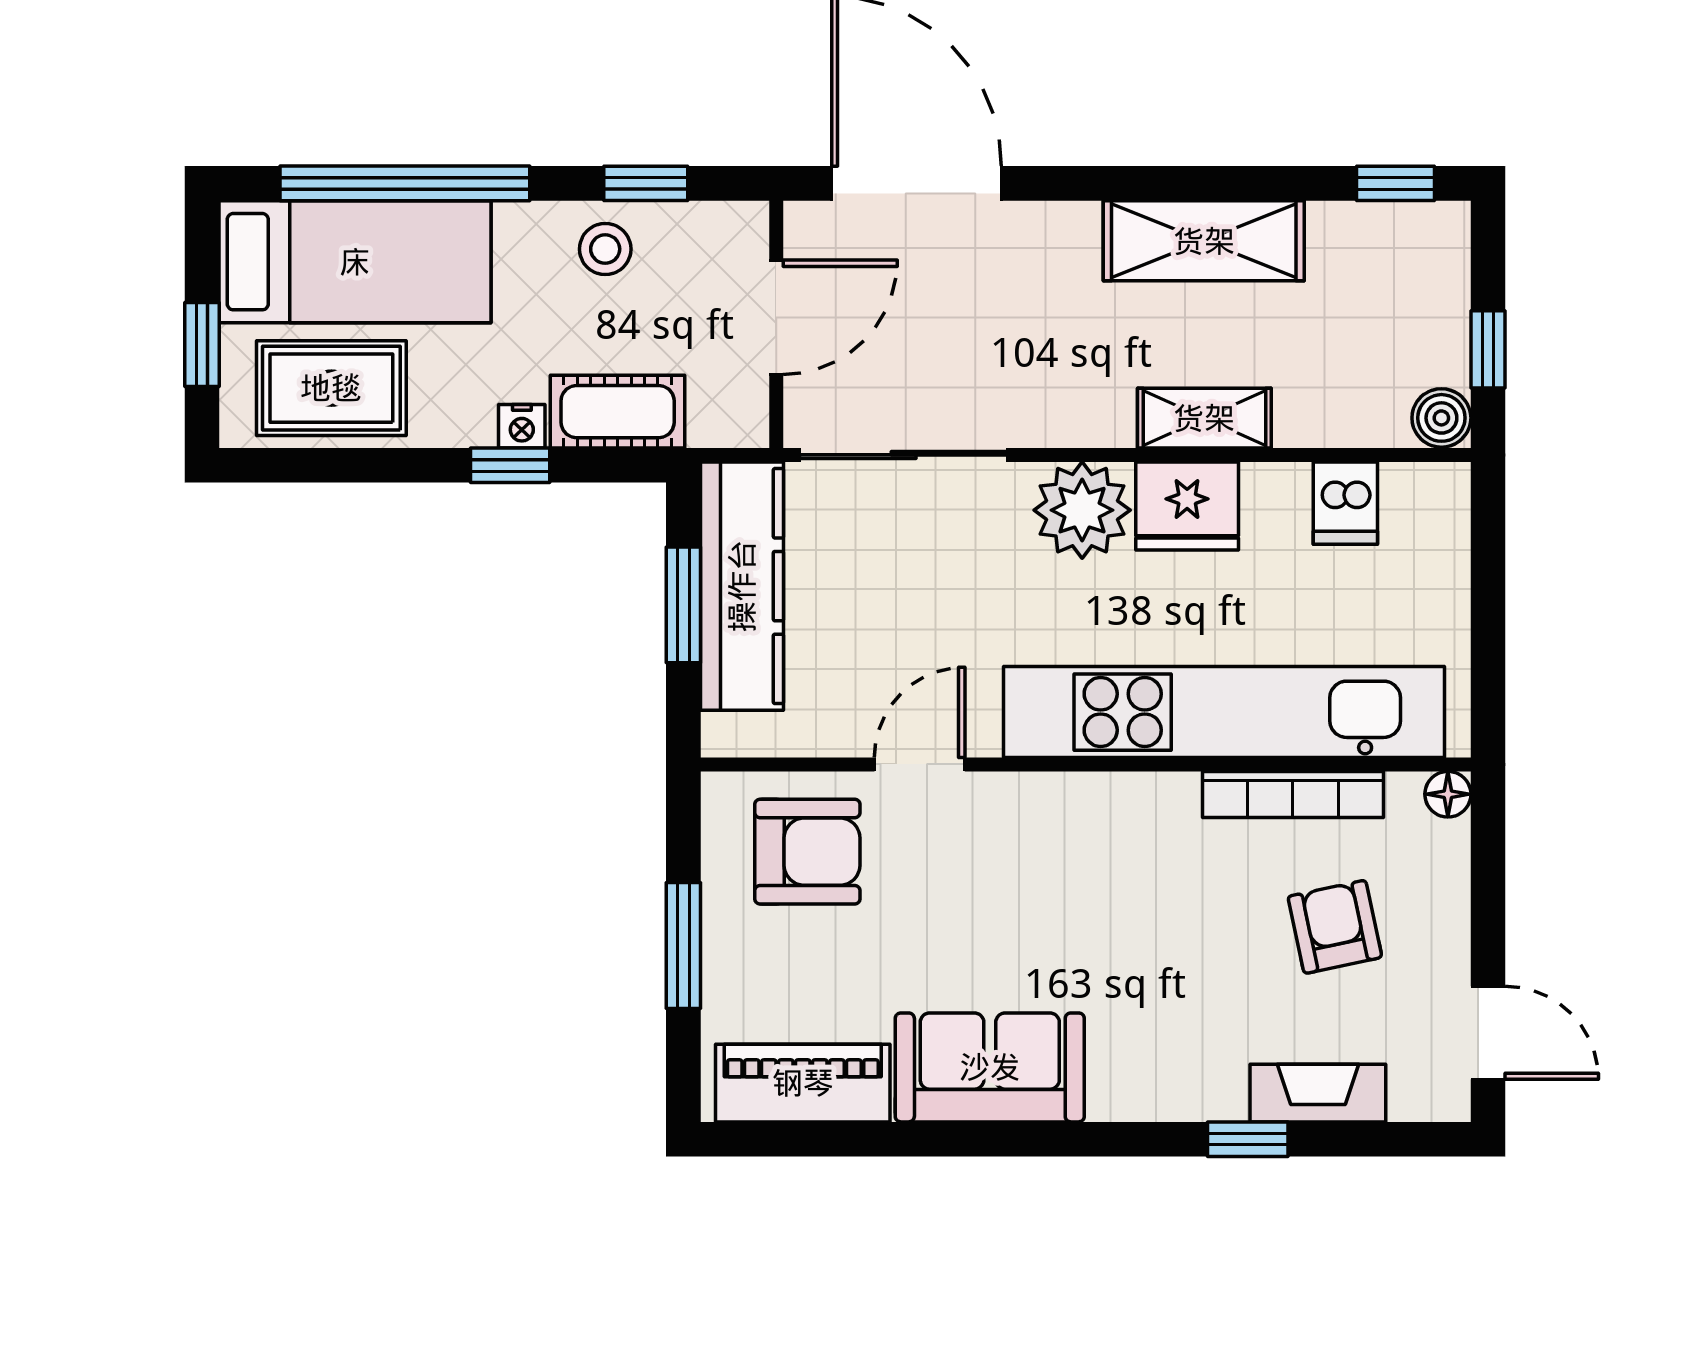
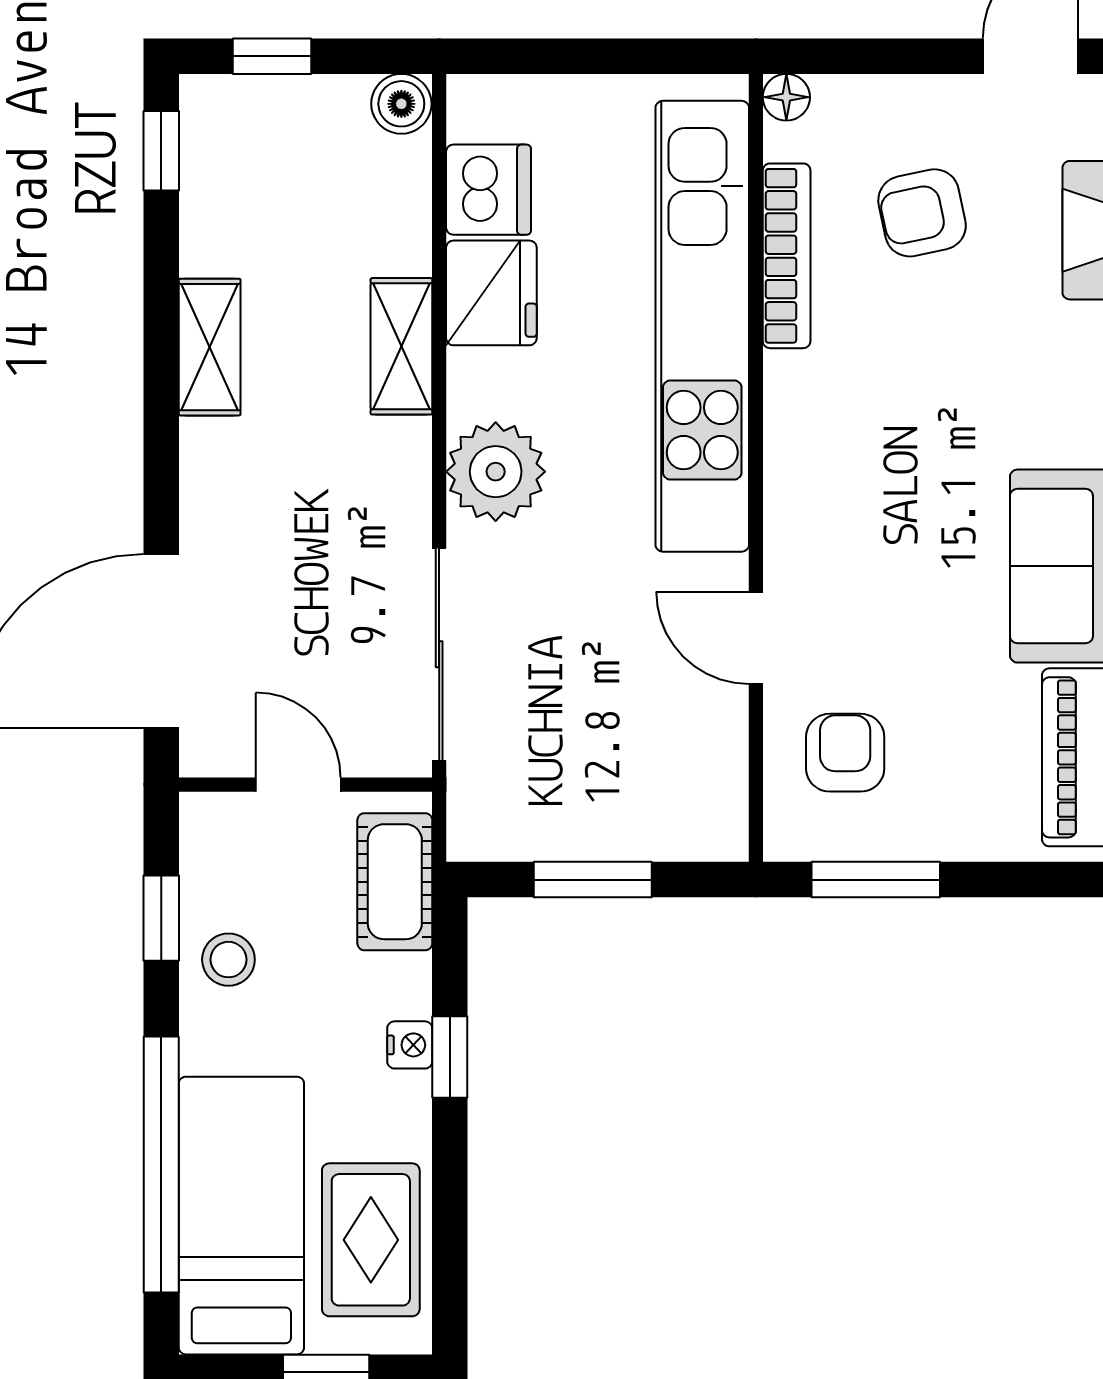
shelving: (1204, 241) -> (210, 347), width x0.67, depth x0.75
door: (776, 317) -> (298, 785), width x0.73
window: (1488, 349) -> (272, 56), moved
cot: (618, 412) -> (395, 882), moved
dishwasher: (1345, 503) -> (489, 190), width x1.38
fridge: (1187, 506) -> (491, 293), moved
kitchen counter: (742, 586) -> (573, 820), removed
armchair: (807, 852) -> (845, 753), width x0.72, depth x0.72
window: (683, 946) -> (876, 880), moved

